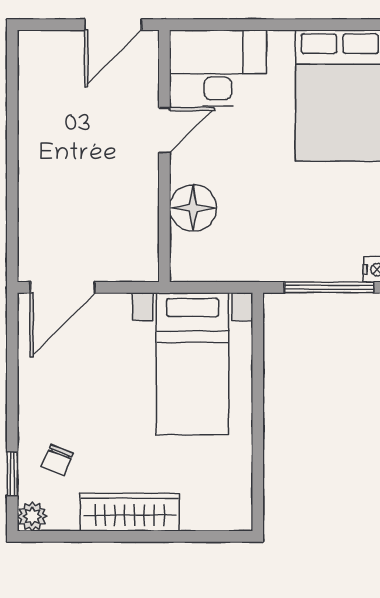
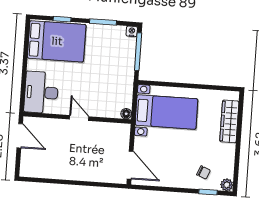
door: (164, 130) -> (79, 118), moved
floor lamp: (193, 208) -> (126, 114), moved, width x0.53, depth x0.53
wardrobe: (130, 512) -> (229, 121), moved

